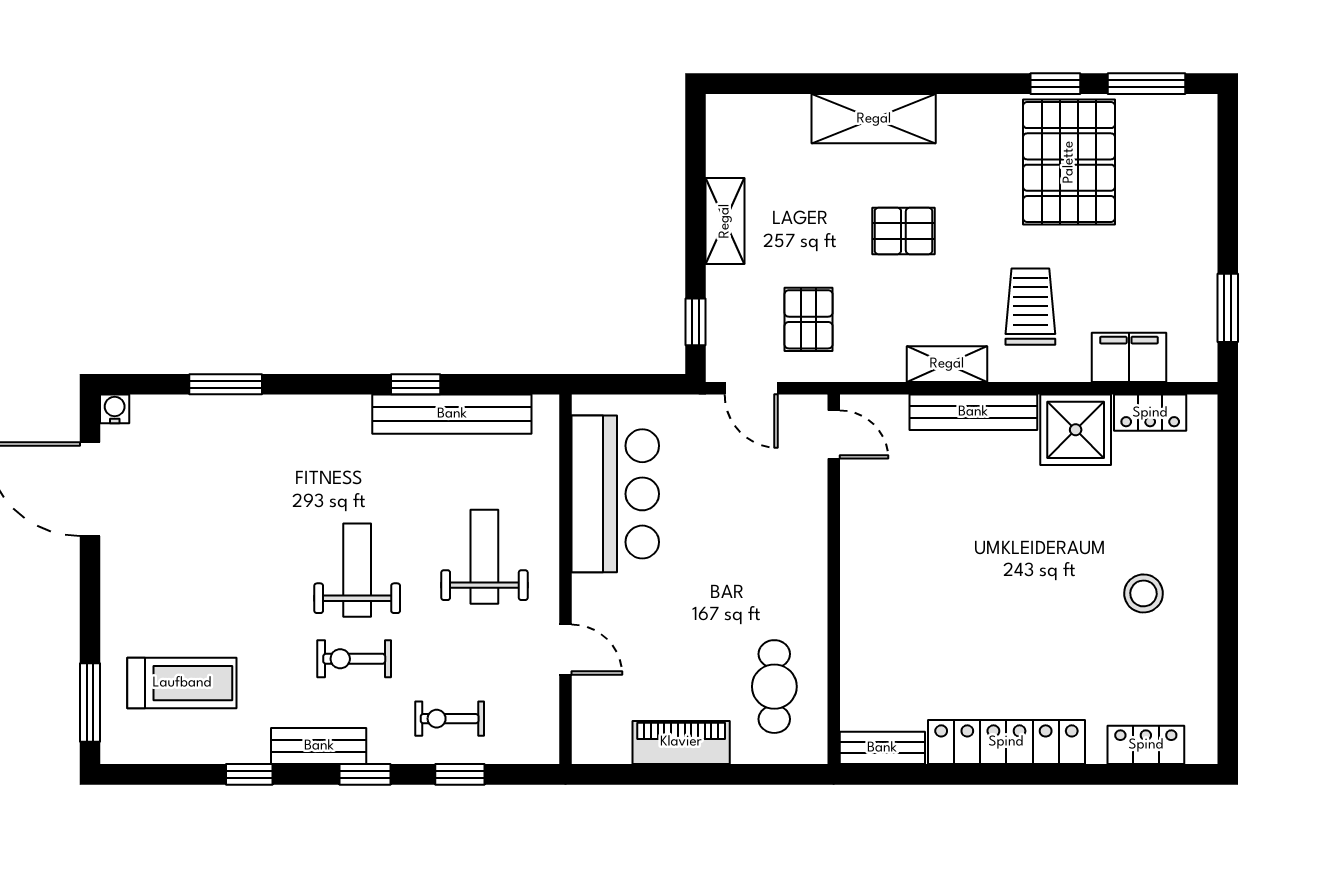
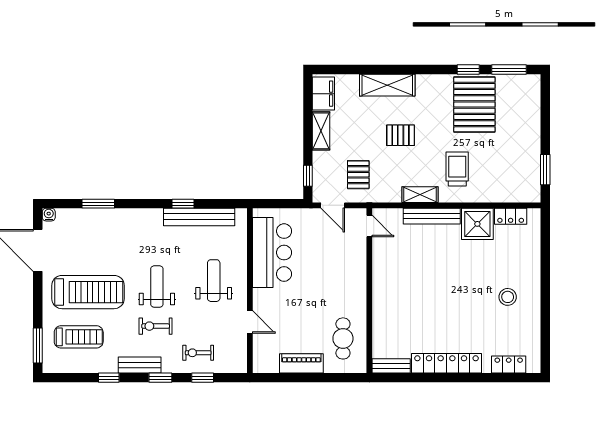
filing cabinet: (1129, 357) -> (323, 94), moved, turned 90
treadmill: (203, 583) -> (88, 292), added

